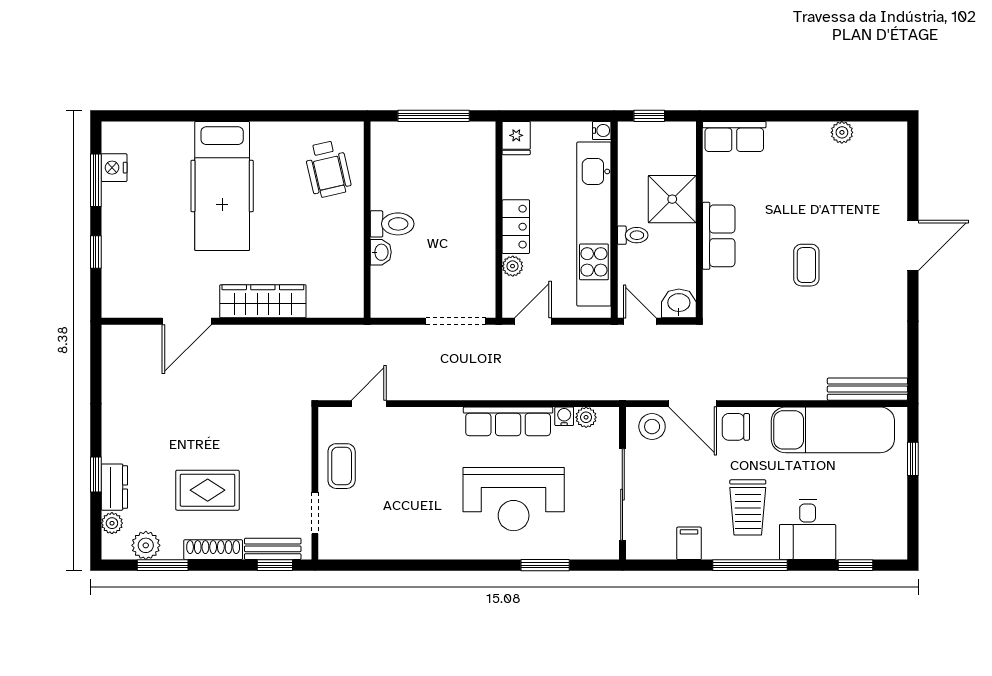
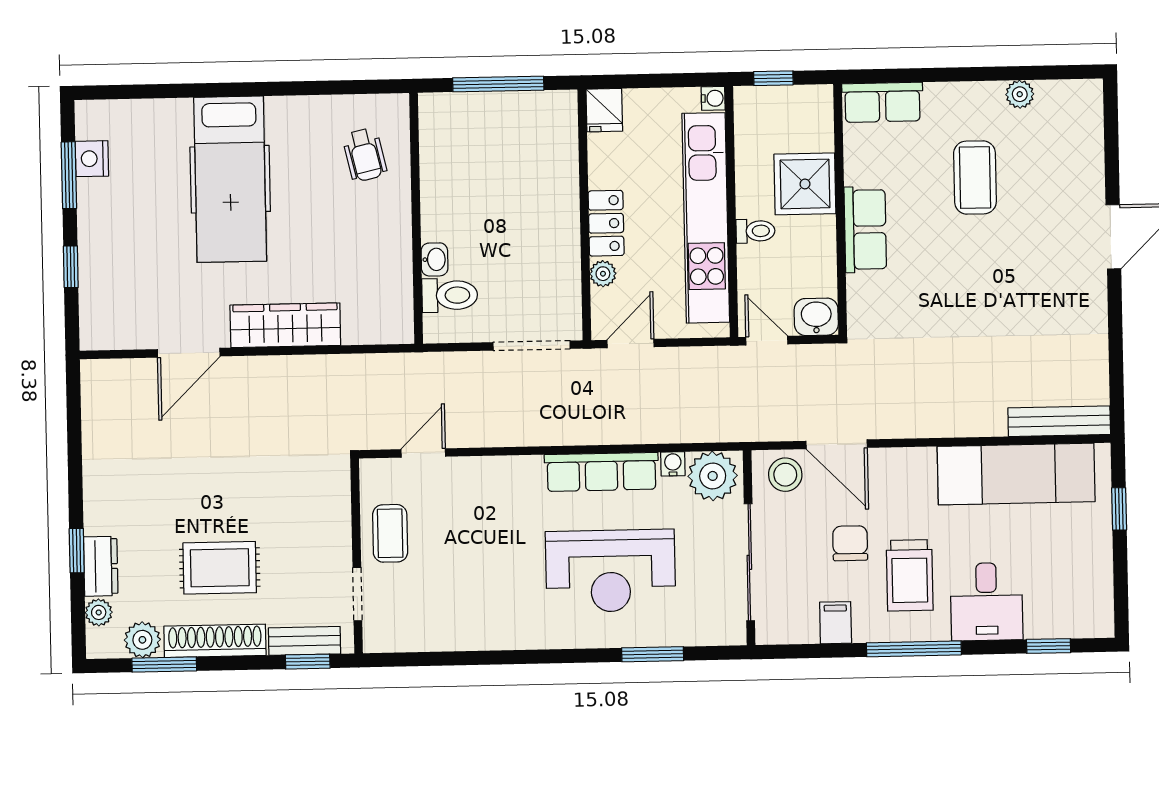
wheelchair: (328, 169) -> (365, 155), width x0.73, depth x0.73
toilet: (392, 224) -> (450, 295), moved
coffee table: (806, 265) -> (975, 178), moved, width x1.36, depth x1.30
plant: (586, 417) -> (713, 476), width x1.88, depth x1.88
chair: (736, 427) -> (850, 543), moved, turned 90
shoe rack: (213, 550) -> (215, 641), width x1.36, depth x1.24

